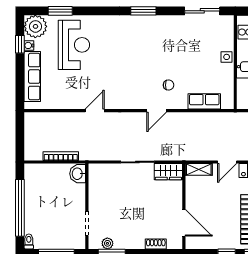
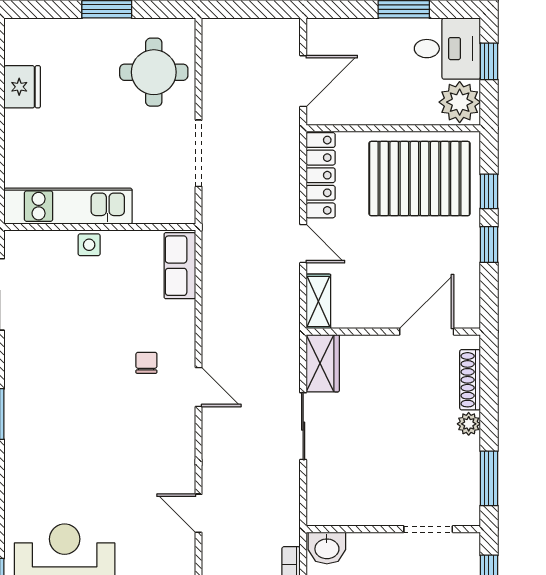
row of seats: (204, 101) -> (180, 266), moved
plant: (107, 243) -> (469, 424), moved
shoe rack: (156, 244) -> (470, 380), width x1.43

